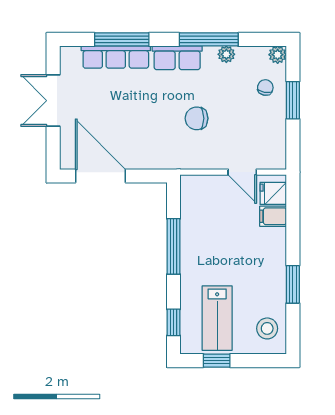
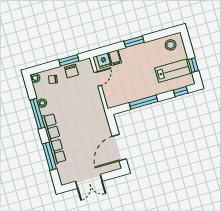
row of seats: (116, 57) -> (57, 151), width x0.68
window: (293, 100) -> (69, 60), moved
chair: (197, 118) -> (71, 71), moved
window: (293, 284) -> (134, 42), moved

